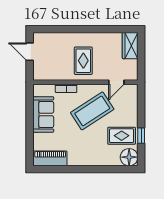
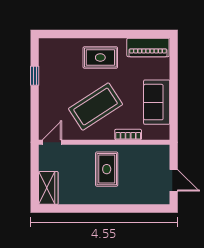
door: (116, 82) -> (52, 142), moved
rug: (122, 136) -> (100, 57), moved
floor lamp: (129, 157) -> (50, 49), removed

